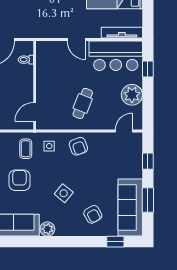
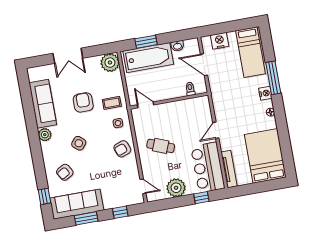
armchair: (20, 180) -> (83, 102), turned -90

